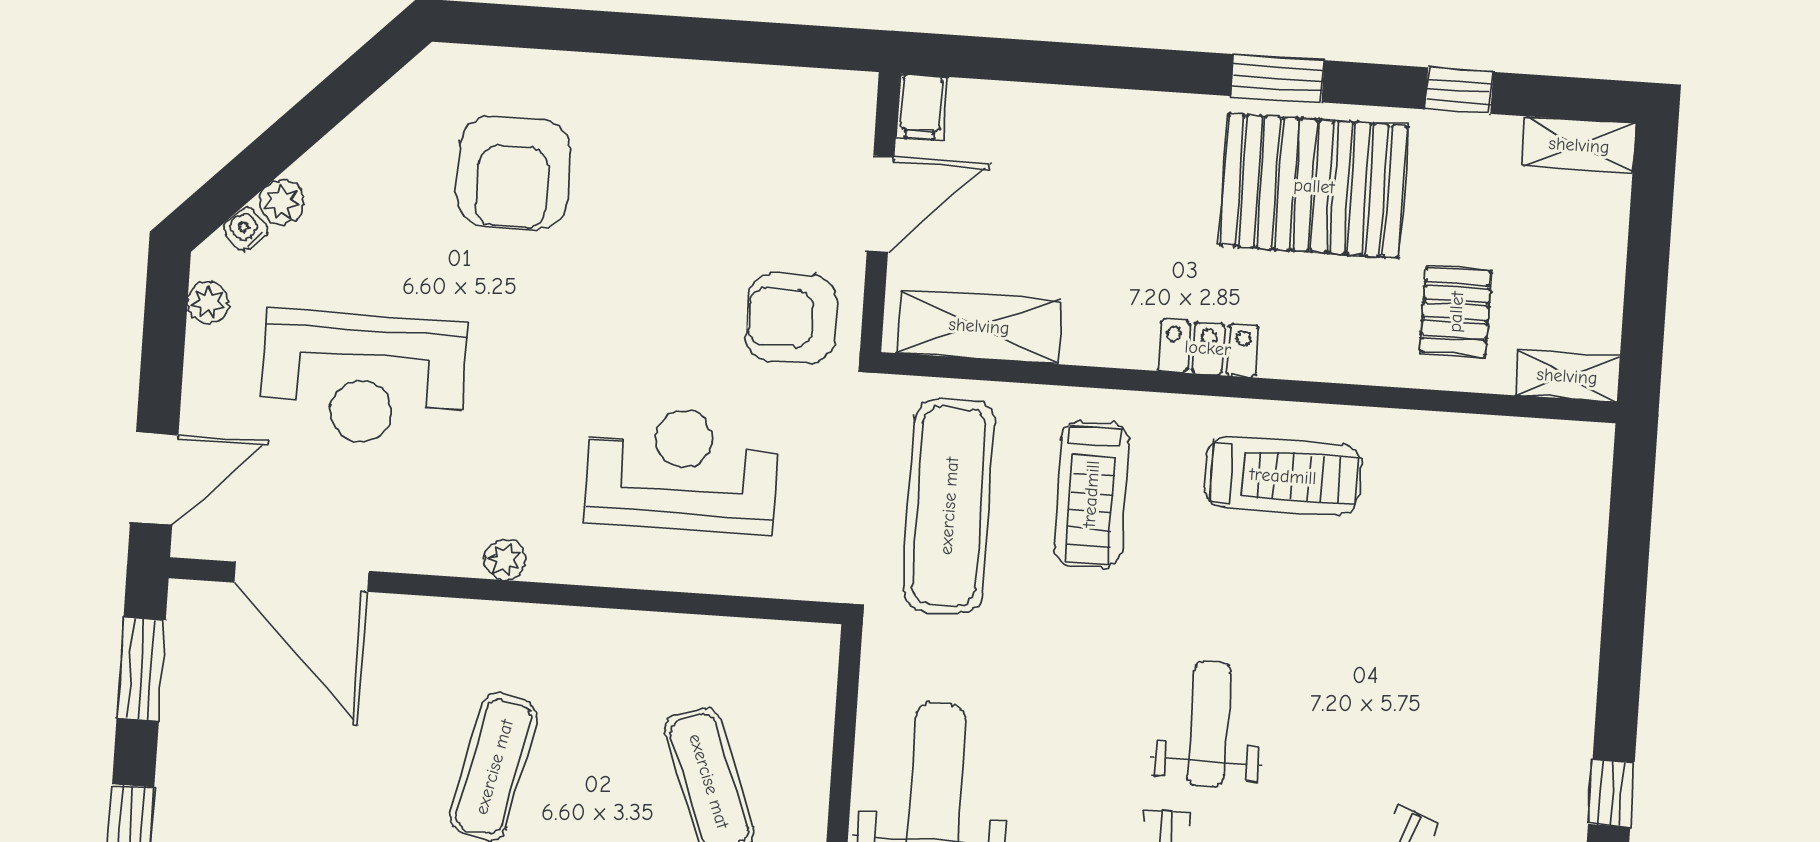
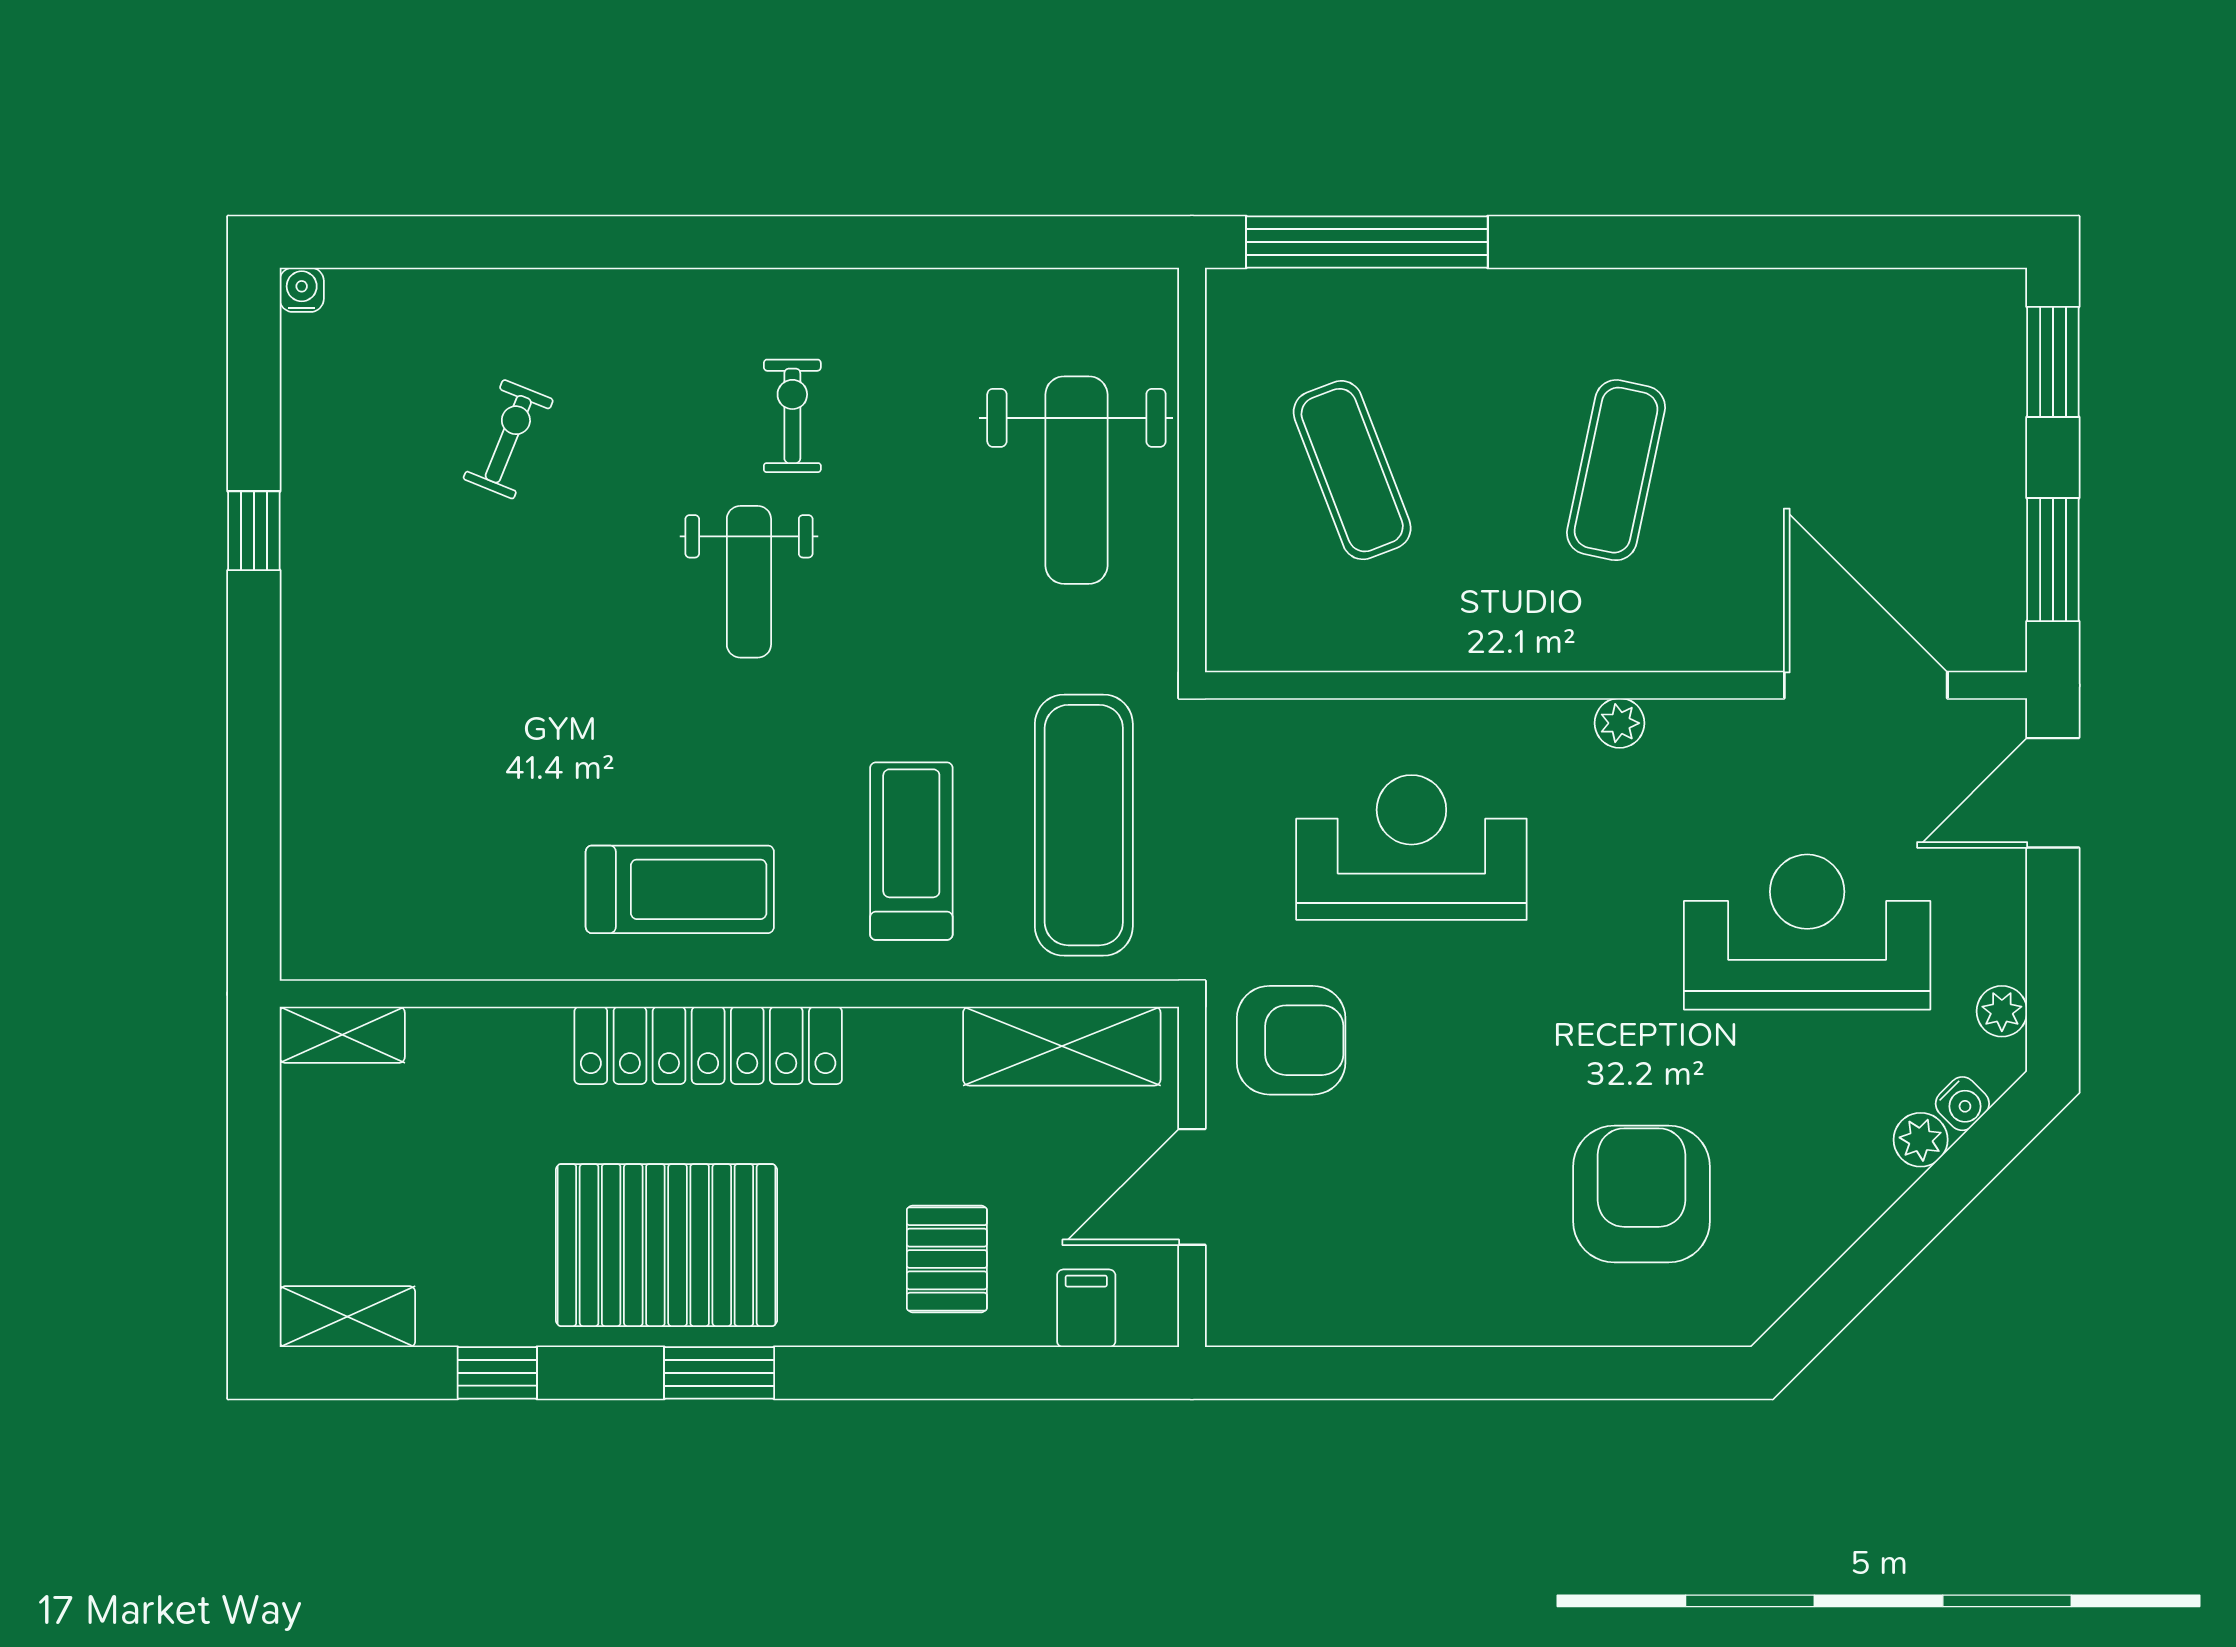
filing cabinet: (922, 107) -> (1086, 1308), moved
pallet: (1456, 312) -> (947, 1259), moved
locker: (1208, 348) -> (708, 1045), width x2.16, depth x1.21
reception desk: (682, 469) -> (1411, 848), turned 180
treadmill: (1283, 476) -> (680, 889), turned 180

